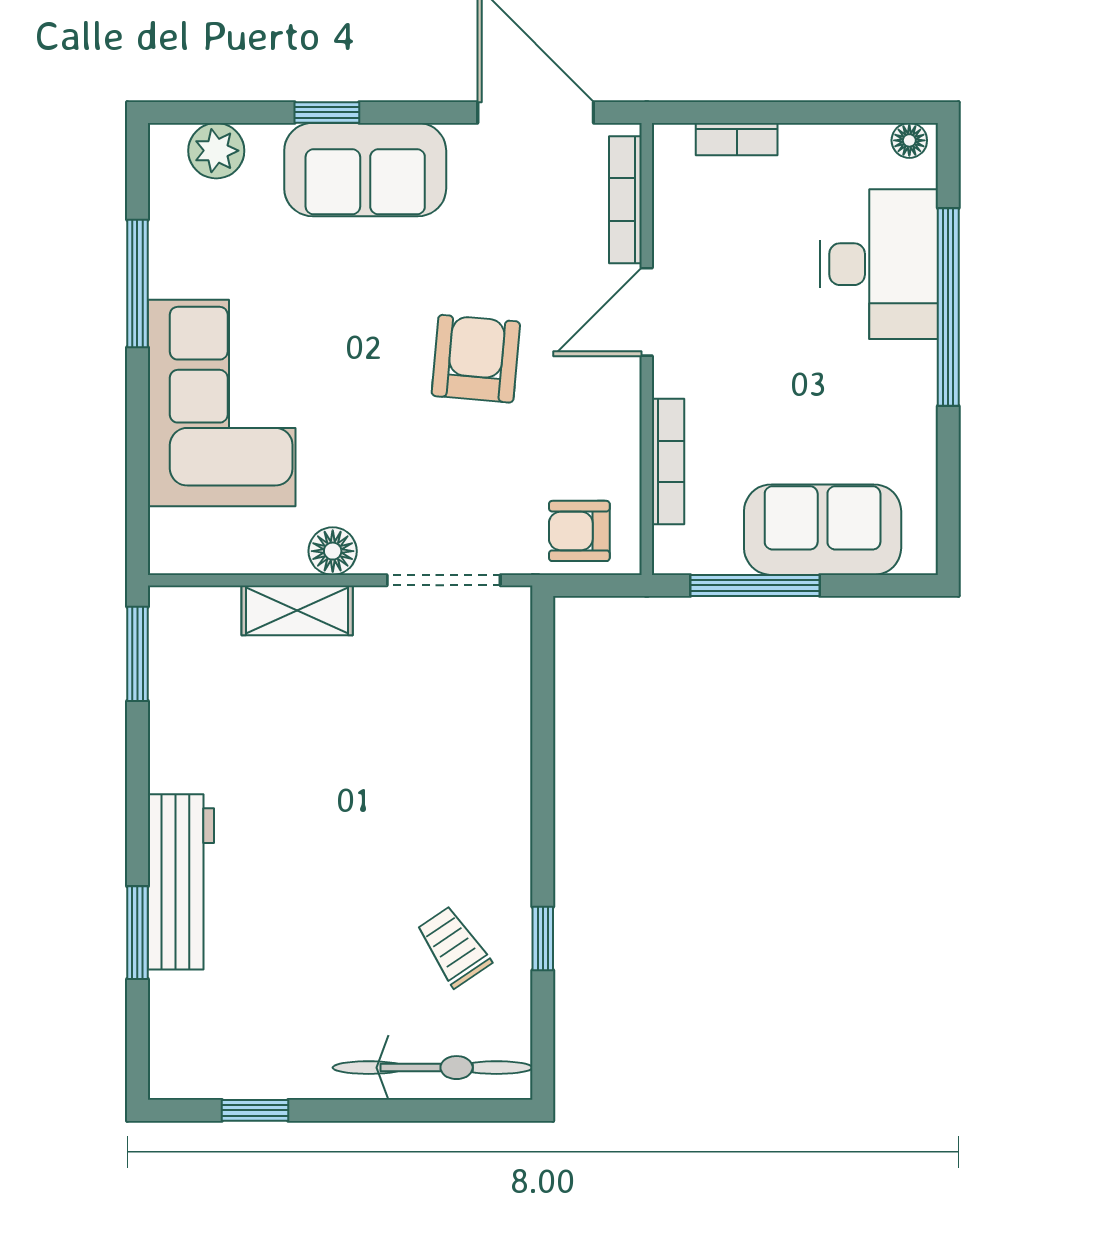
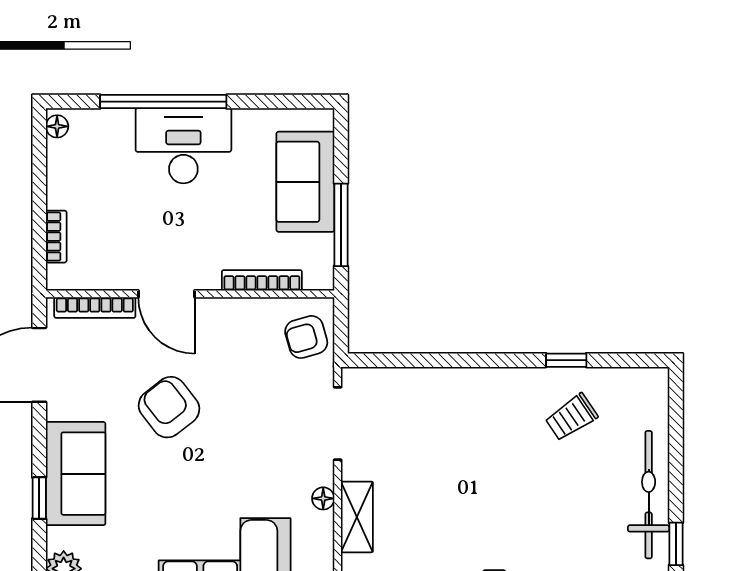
desk: (879, 264) -> (183, 146), moved
armchair: (476, 359) -> (169, 407), moved, turned 47
armchair: (579, 531) -> (306, 337), turned 74
floor lamp: (333, 551) -> (323, 498), width x0.73, depth x0.73
bicycle: (433, 1068) -> (649, 495), moved

